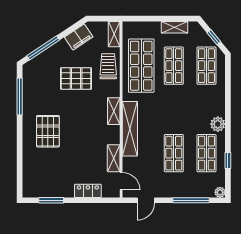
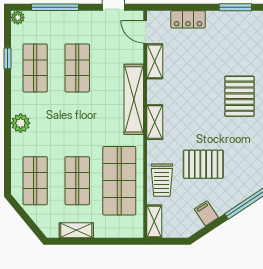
filing cabinet: (79, 37) -> (206, 213), width x0.50
window: (214, 37) -> (26, 217), removed
plant: (218, 124) -> (21, 123), moved

